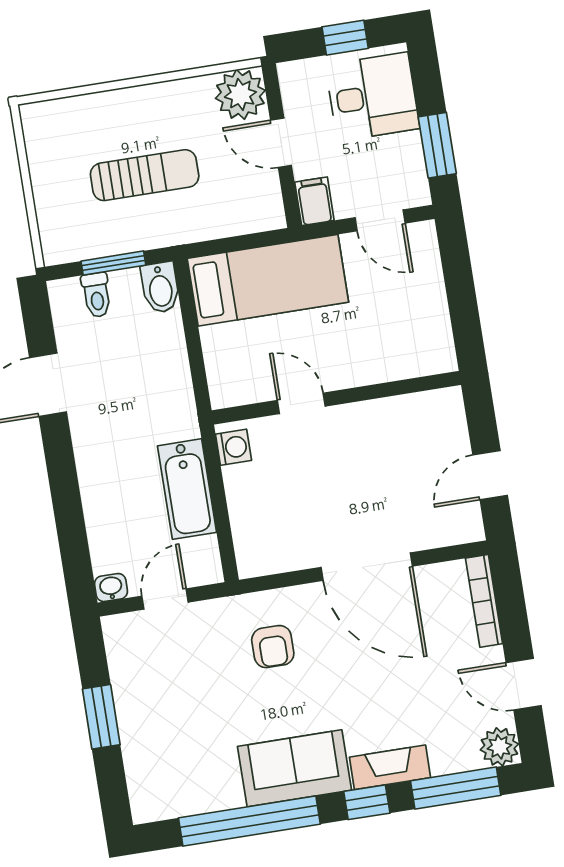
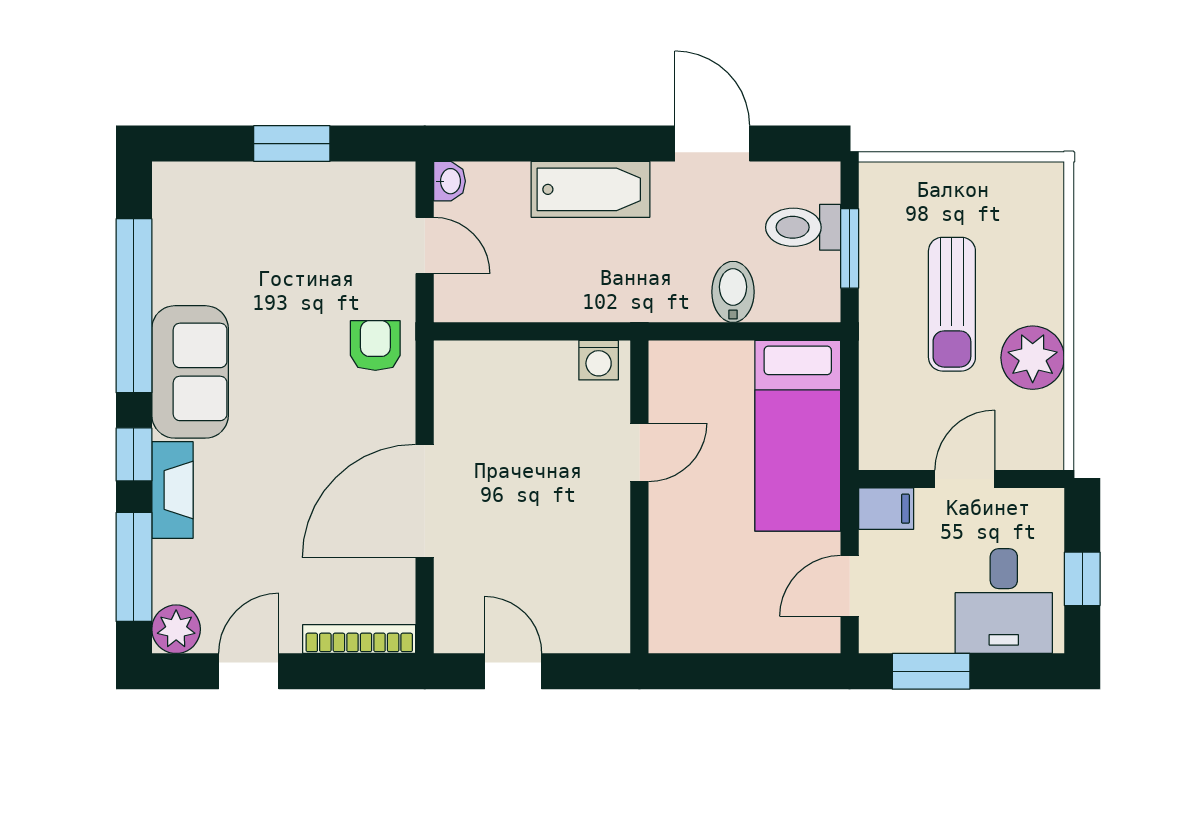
plant: (240, 94) -> (1033, 358), moved
bidet: (160, 288) -> (733, 292), moved, turned 90
toilet: (96, 295) -> (803, 227), width x1.37, depth x1.39
bathtub: (187, 489) -> (591, 189), moved, turned 180
armchair: (273, 647) -> (375, 345), moved, turned 90

